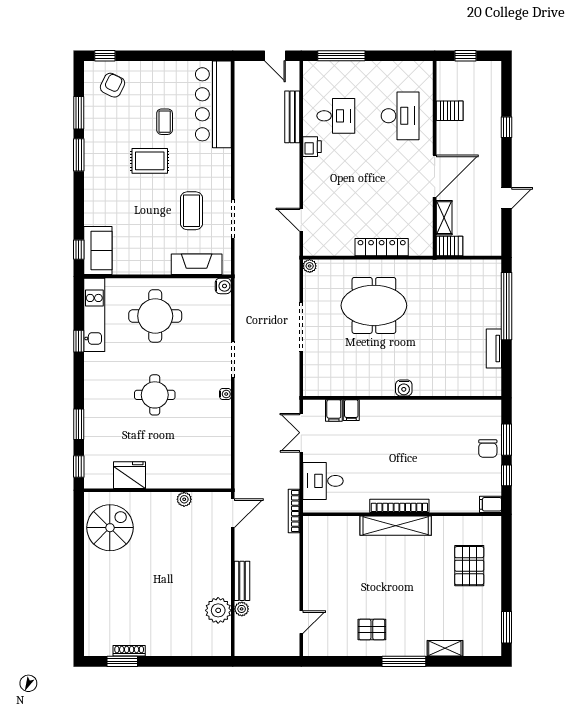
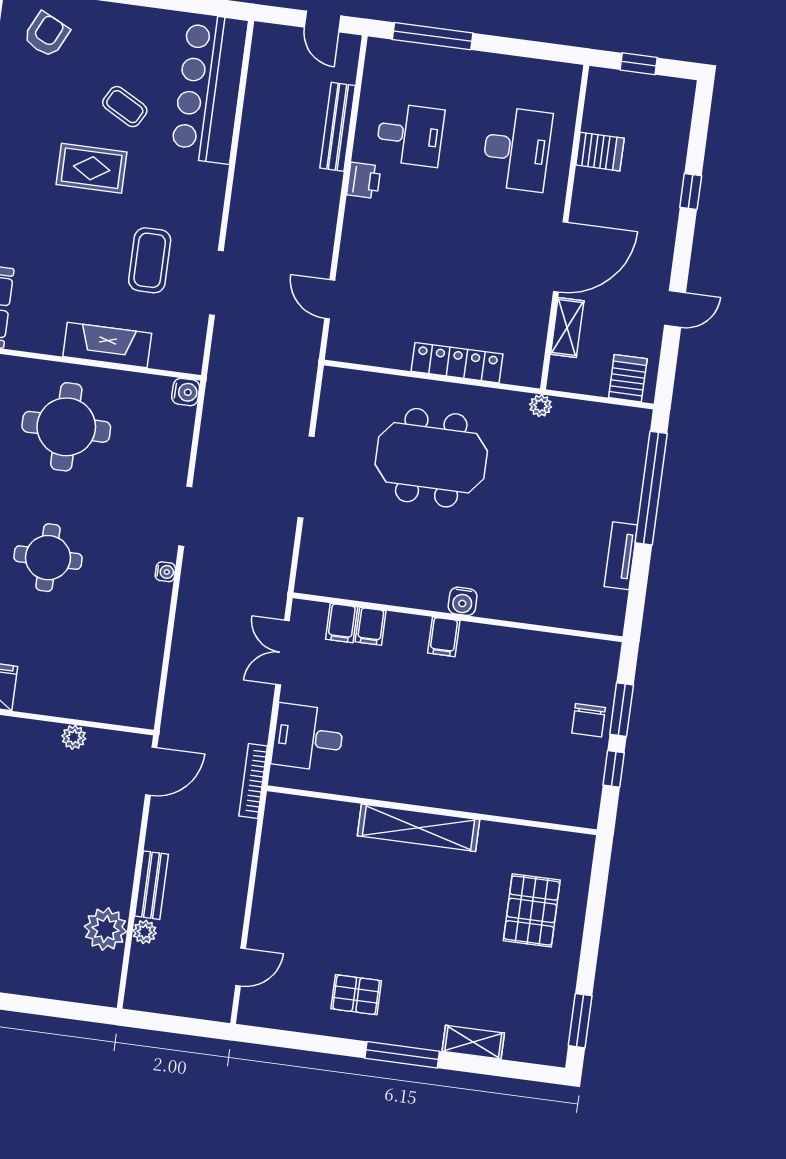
coffee table: (165, 122) -> (125, 107), turned -61
server rack: (449, 246) -> (628, 378), moved, turned -90
fireplace: (197, 264) -> (107, 345), moved
plant: (310, 266) -> (540, 406), moved
filing cabinet: (490, 504) -> (444, 637), moved, turned -90
bookcase: (399, 506) -> (429, 796), removed

